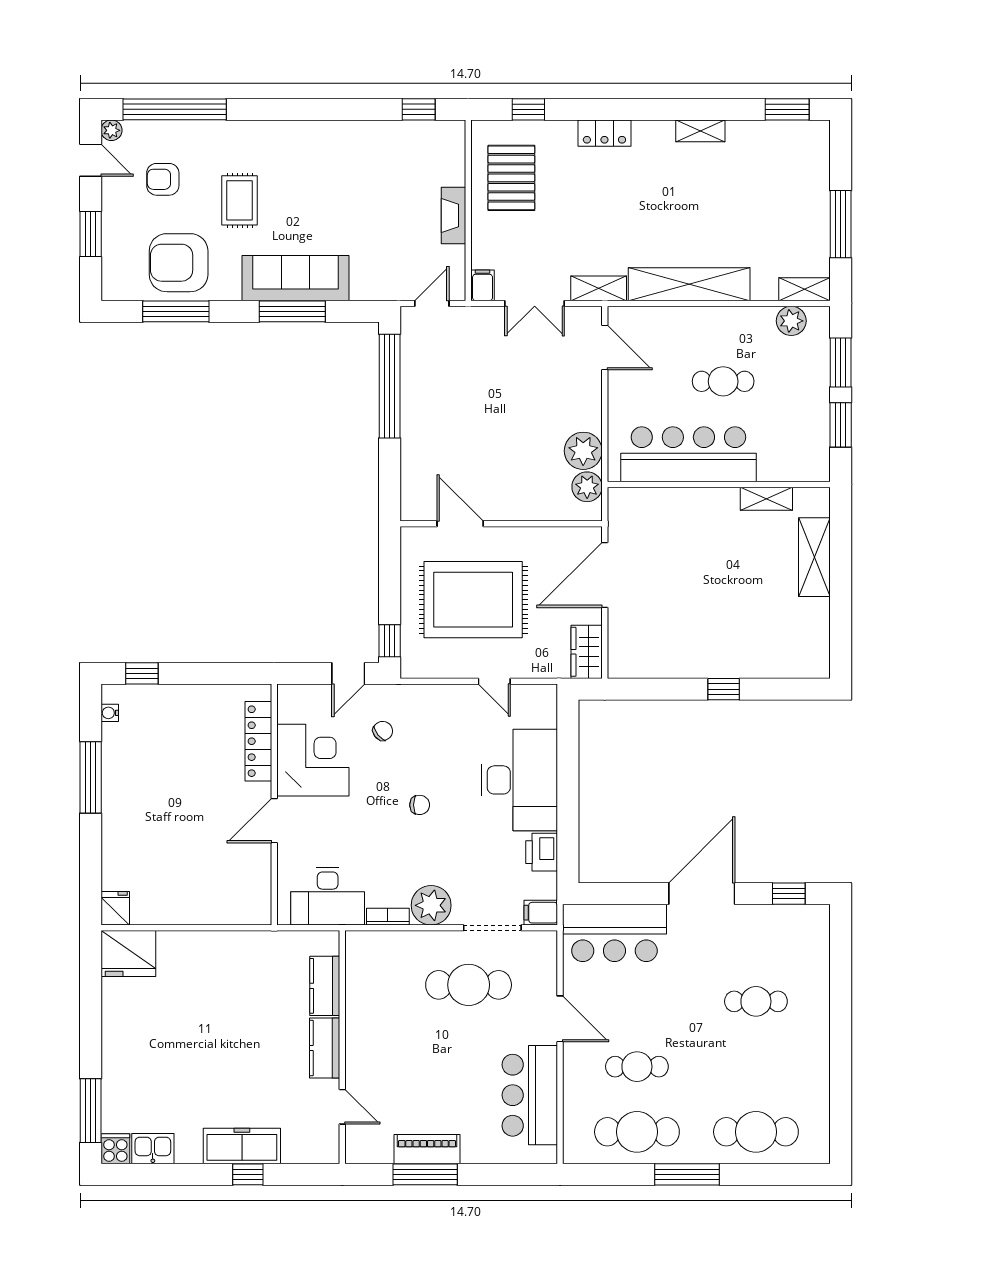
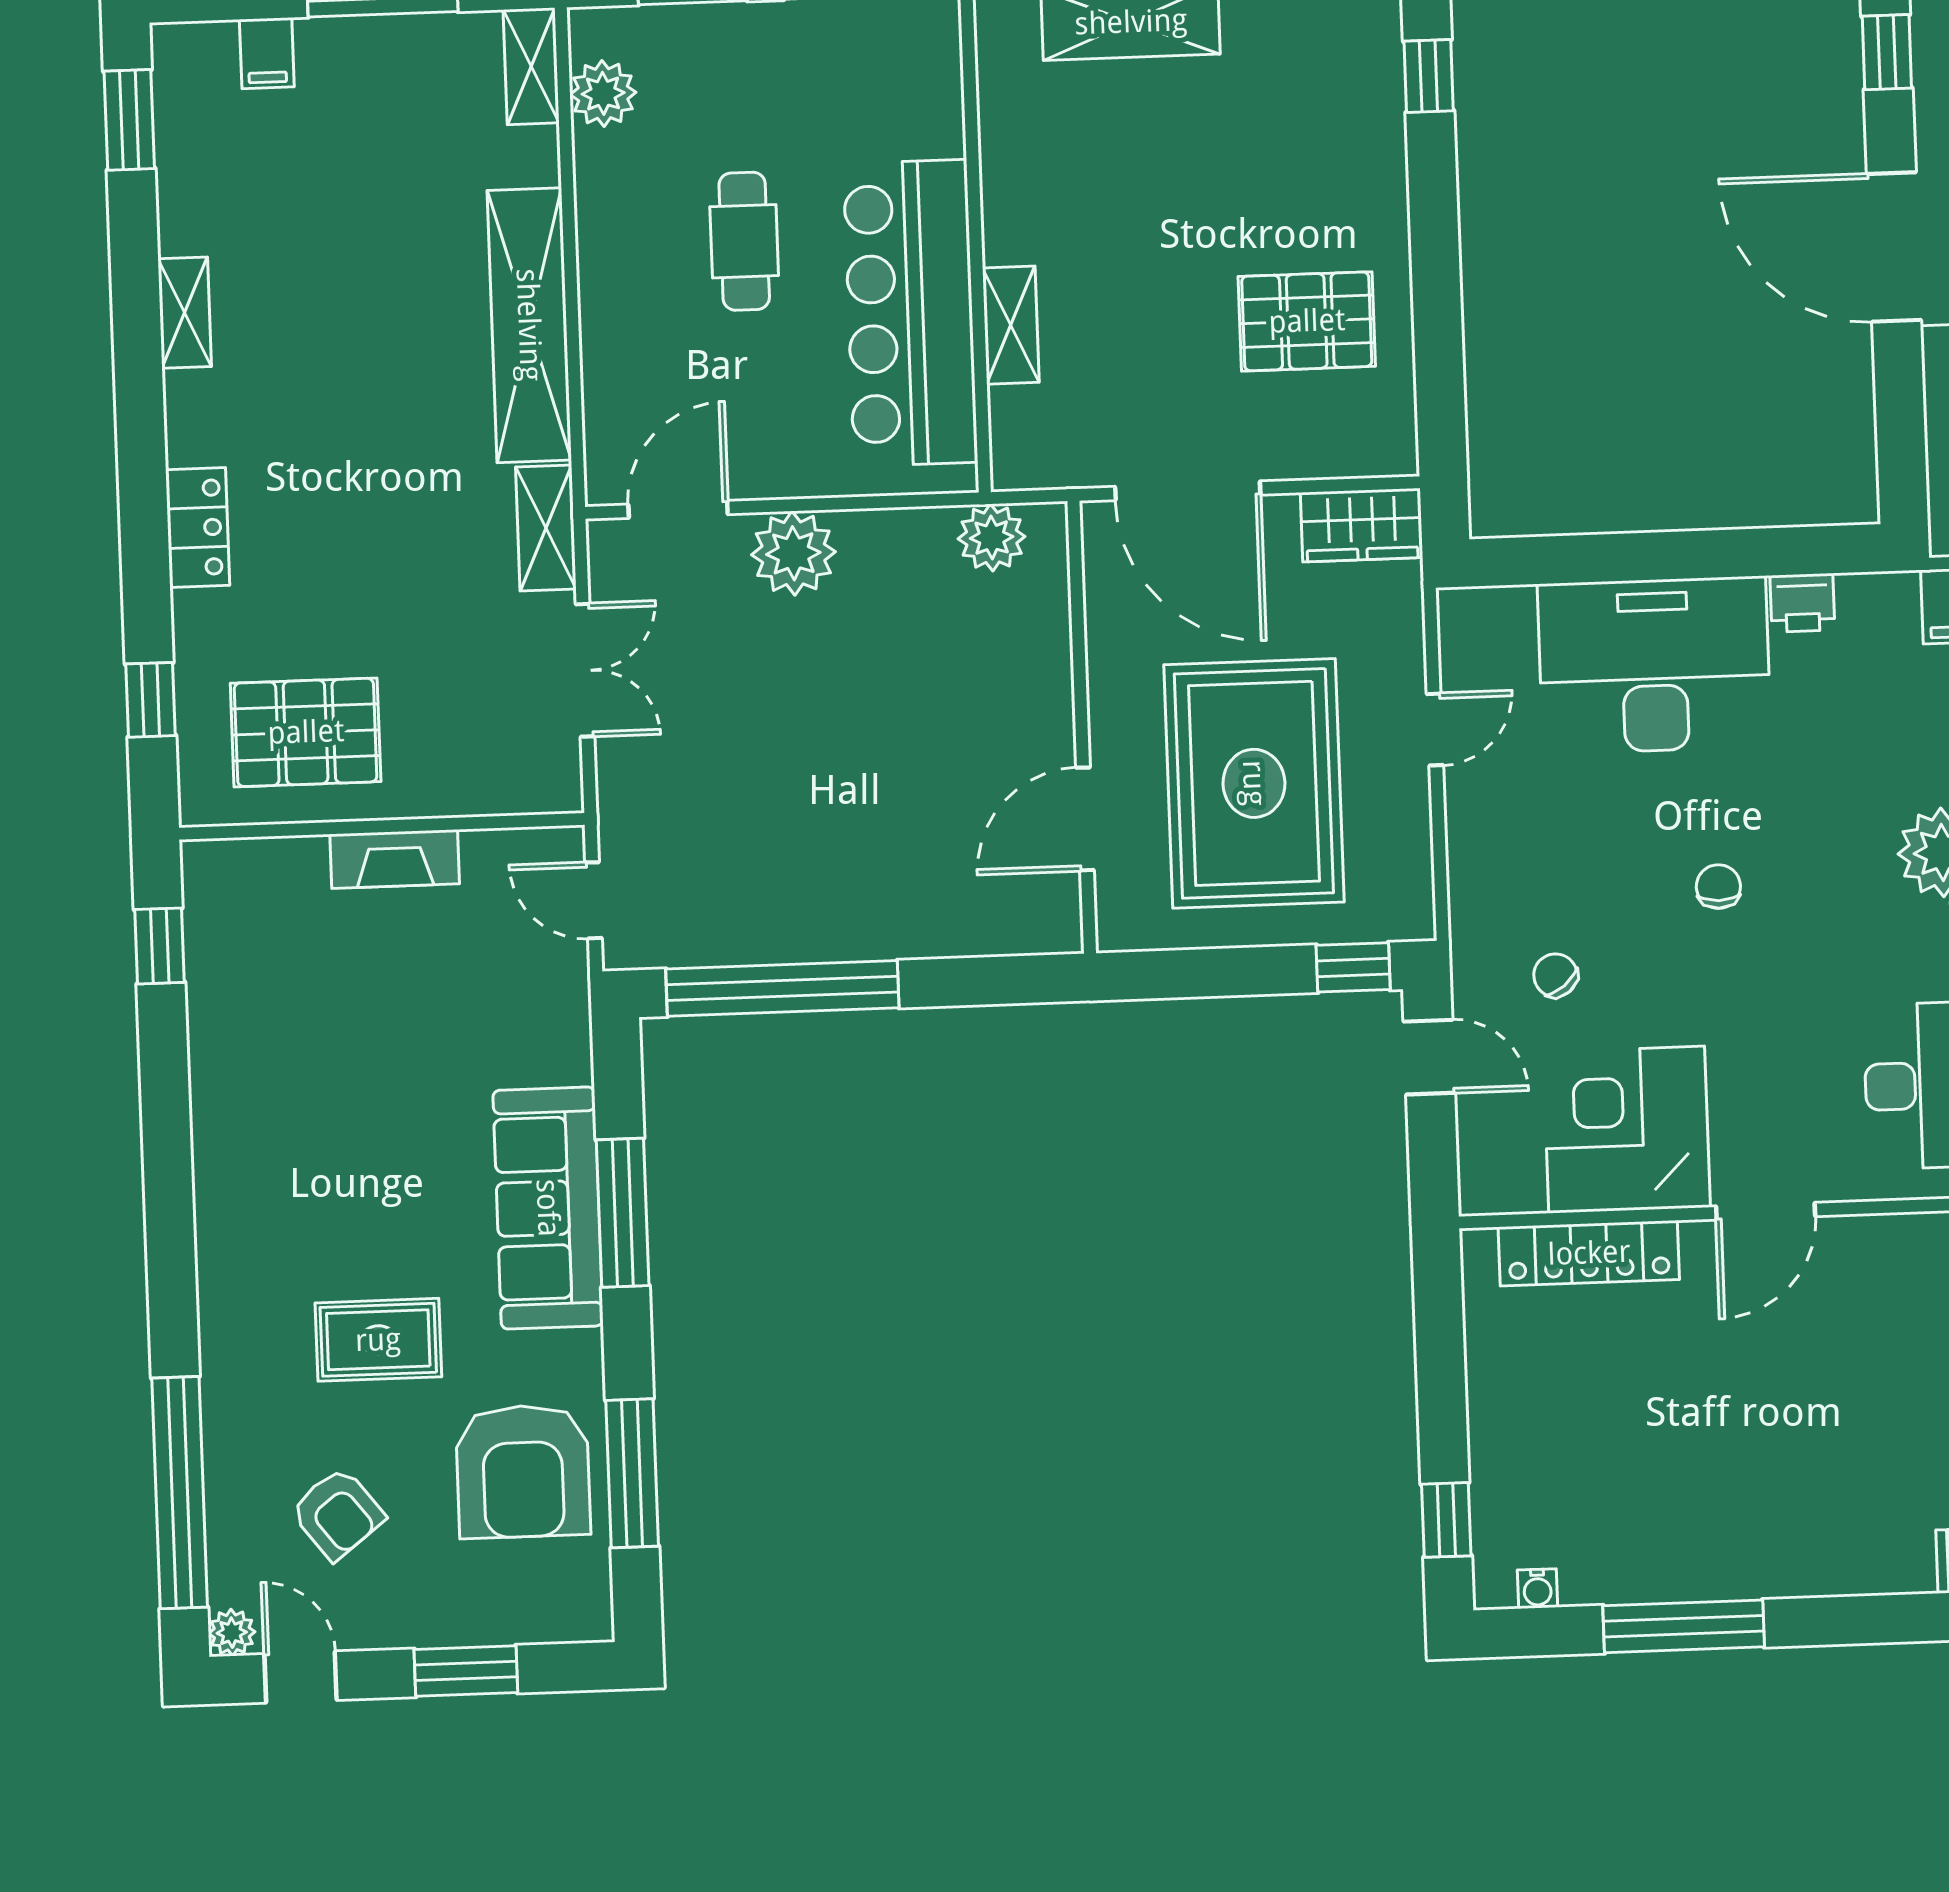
door: (91, 160) -> (301, 1677), hinge flipped
armchair: (163, 179) -> (337, 1514), turned -38
filing cabinet: (483, 285) -> (267, 53), moved, turned -90
plant: (583, 451) -> (793, 553), moved
shelving: (766, 499) -> (1011, 325), moved
pallet: (678, 631) -> (1307, 321), added
window: (724, 689) -> (1429, 76), moved
door: (274, 821) -> (1766, 1211), hinge flipped
printer: (542, 852) -> (1802, 603), width x0.73, depth x0.81

